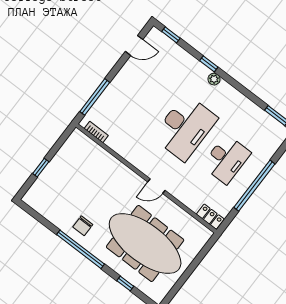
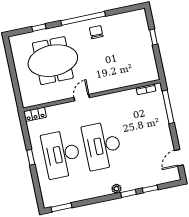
window: (171, 35) -> (150, 189), moved
desk: (226, 159) -> (61, 154), width x1.36, depth x1.30
window: (254, 186) -> (31, 157), width x0.32
meeting table: (145, 244) -> (53, 61), width x0.73

